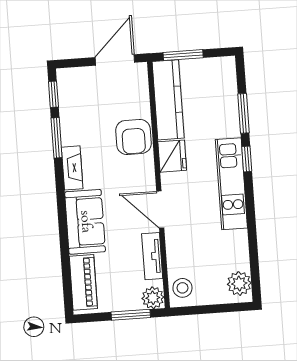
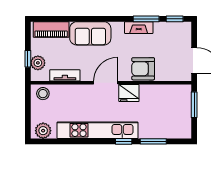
kitchen counter: (168, 100) -> (166, 93), removed
fireplace: (72, 168) -> (139, 28), moved
kitchen unit: (231, 184) -> (98, 130), width x1.36
door: (160, 210) -> (106, 83), moved
plant: (153, 298) -> (38, 63), moved
window: (131, 315) -> (28, 59), width x0.67

